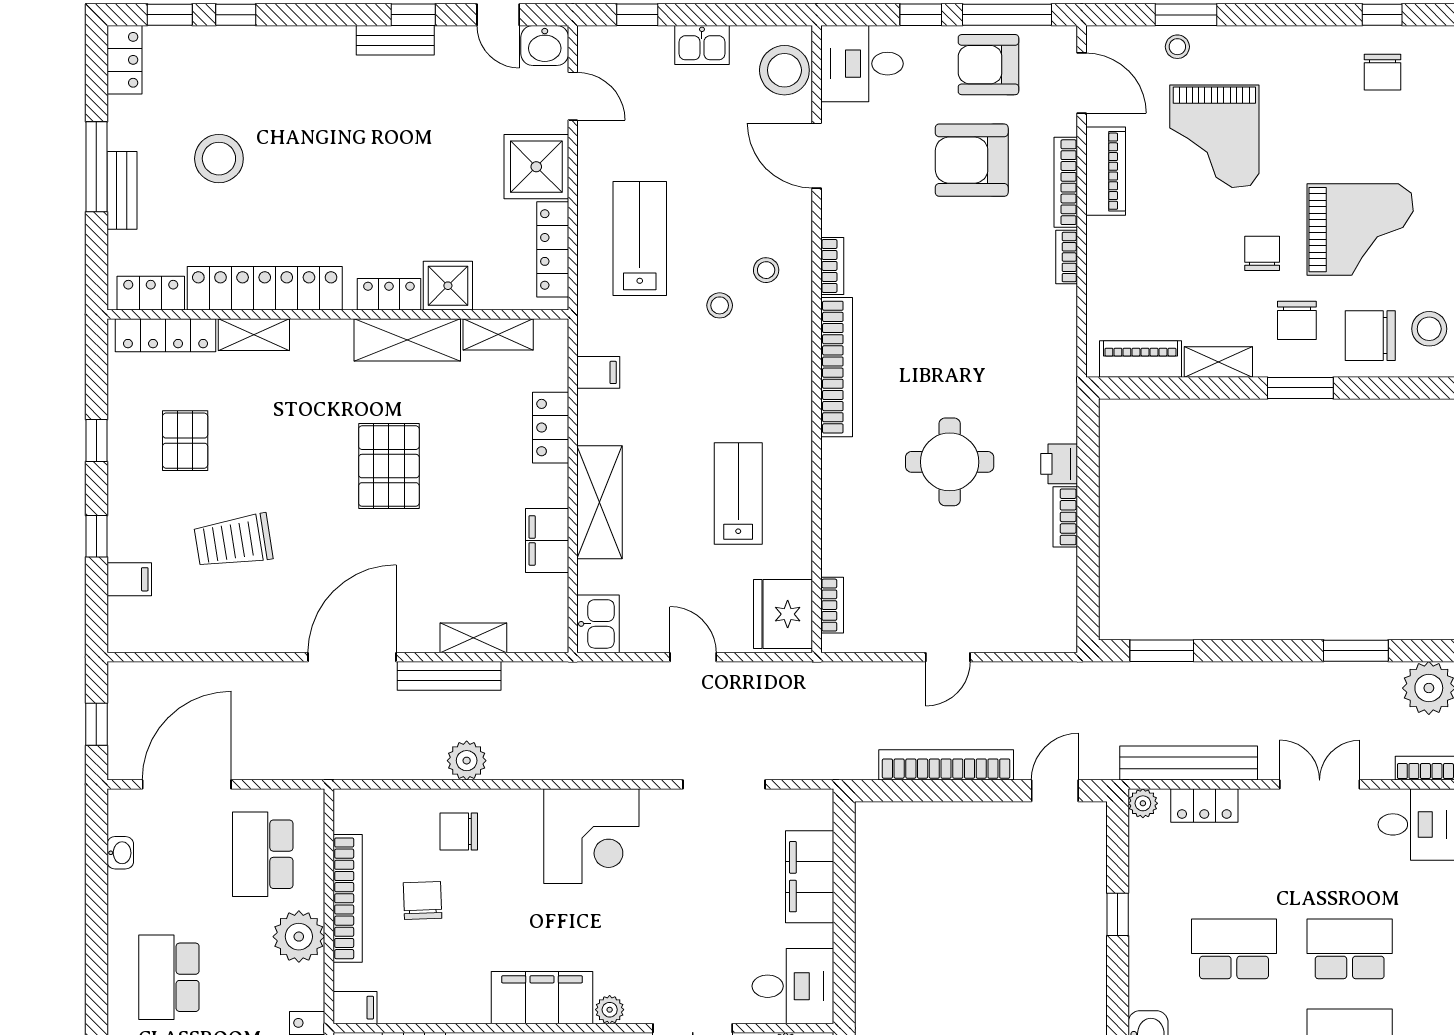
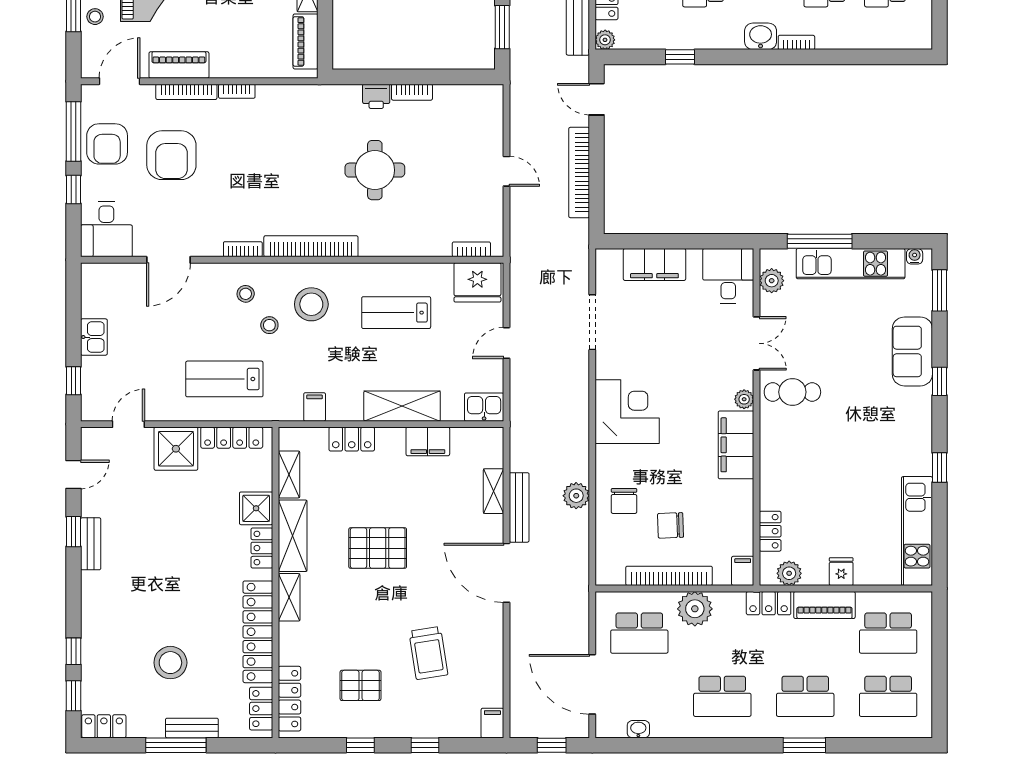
washbasin: (545, 46) -> (94, 443), removed
stool: (784, 70) -> (311, 304), moved
shelving: (254, 335) -> (289, 597), moved
filing cabinet: (129, 579) -> (492, 723), moved

